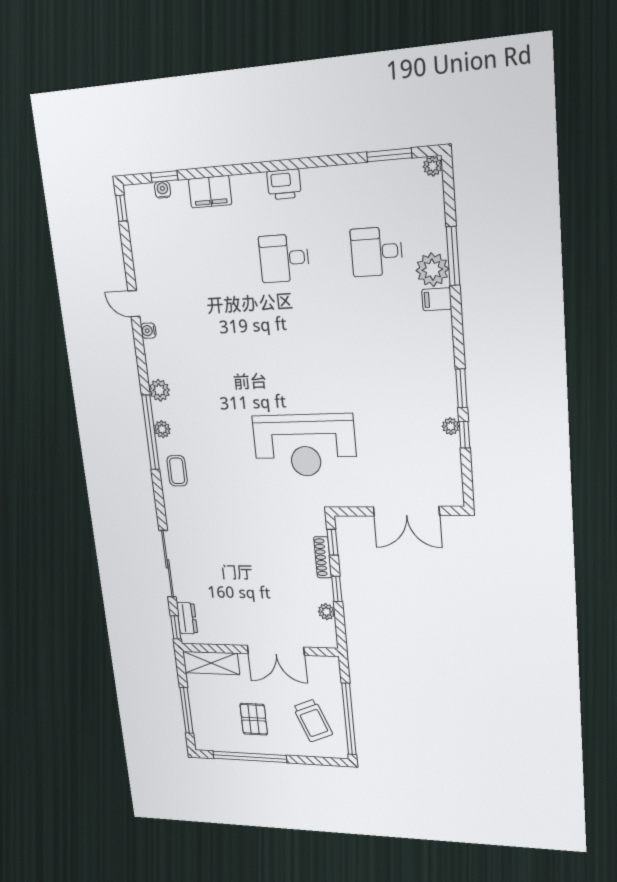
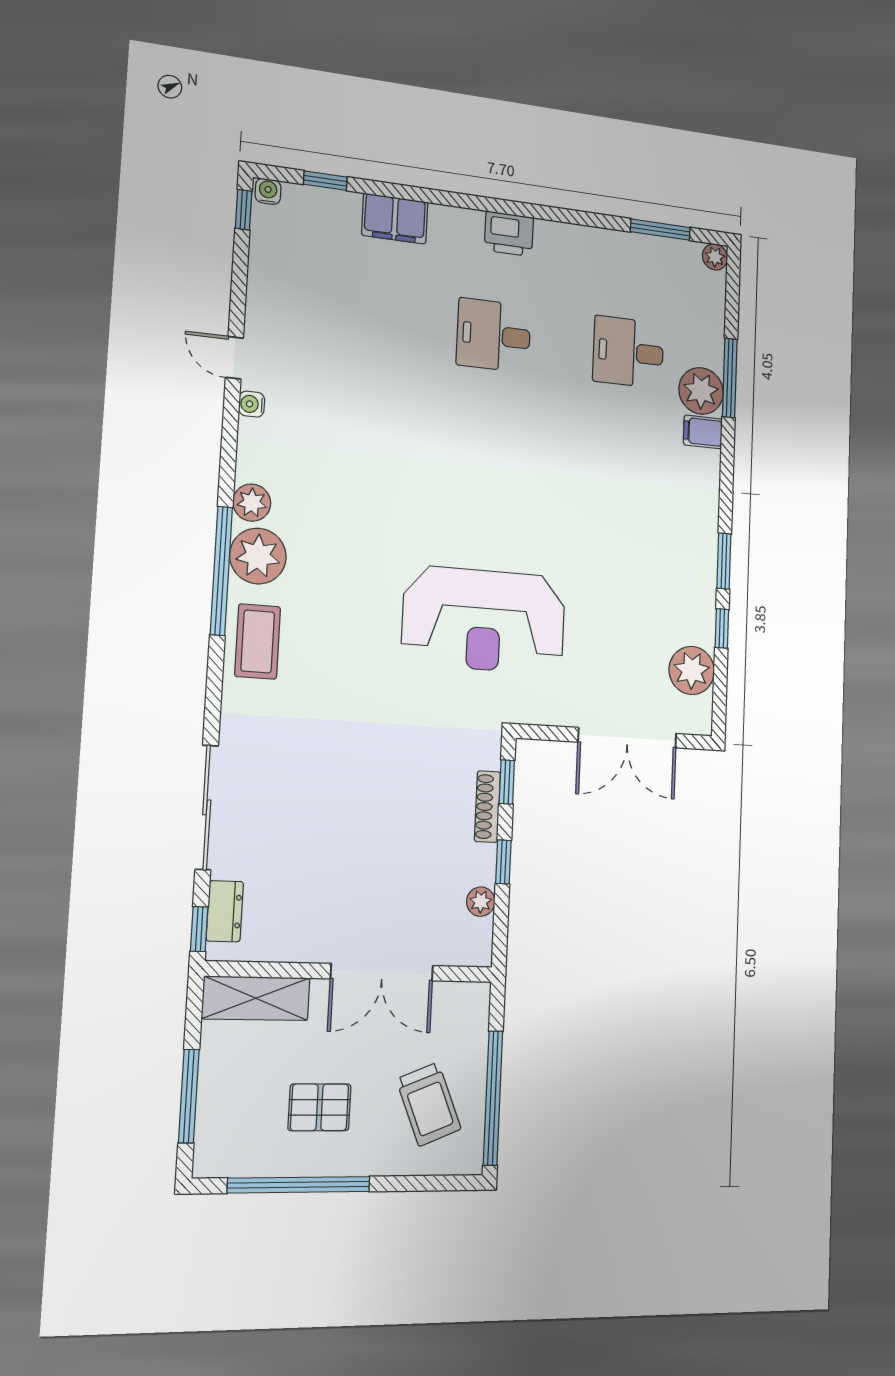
water cooler: (163, 190) -> (268, 191), moved
plant: (451, 426) -> (692, 670), moved, width x1.88, depth x1.88
plant: (162, 429) -> (258, 556), width x1.88, depth x1.88
coffee table: (177, 471) -> (258, 642), width x1.36, depth x1.30
pallet: (254, 719) -> (320, 1107), turned 90

